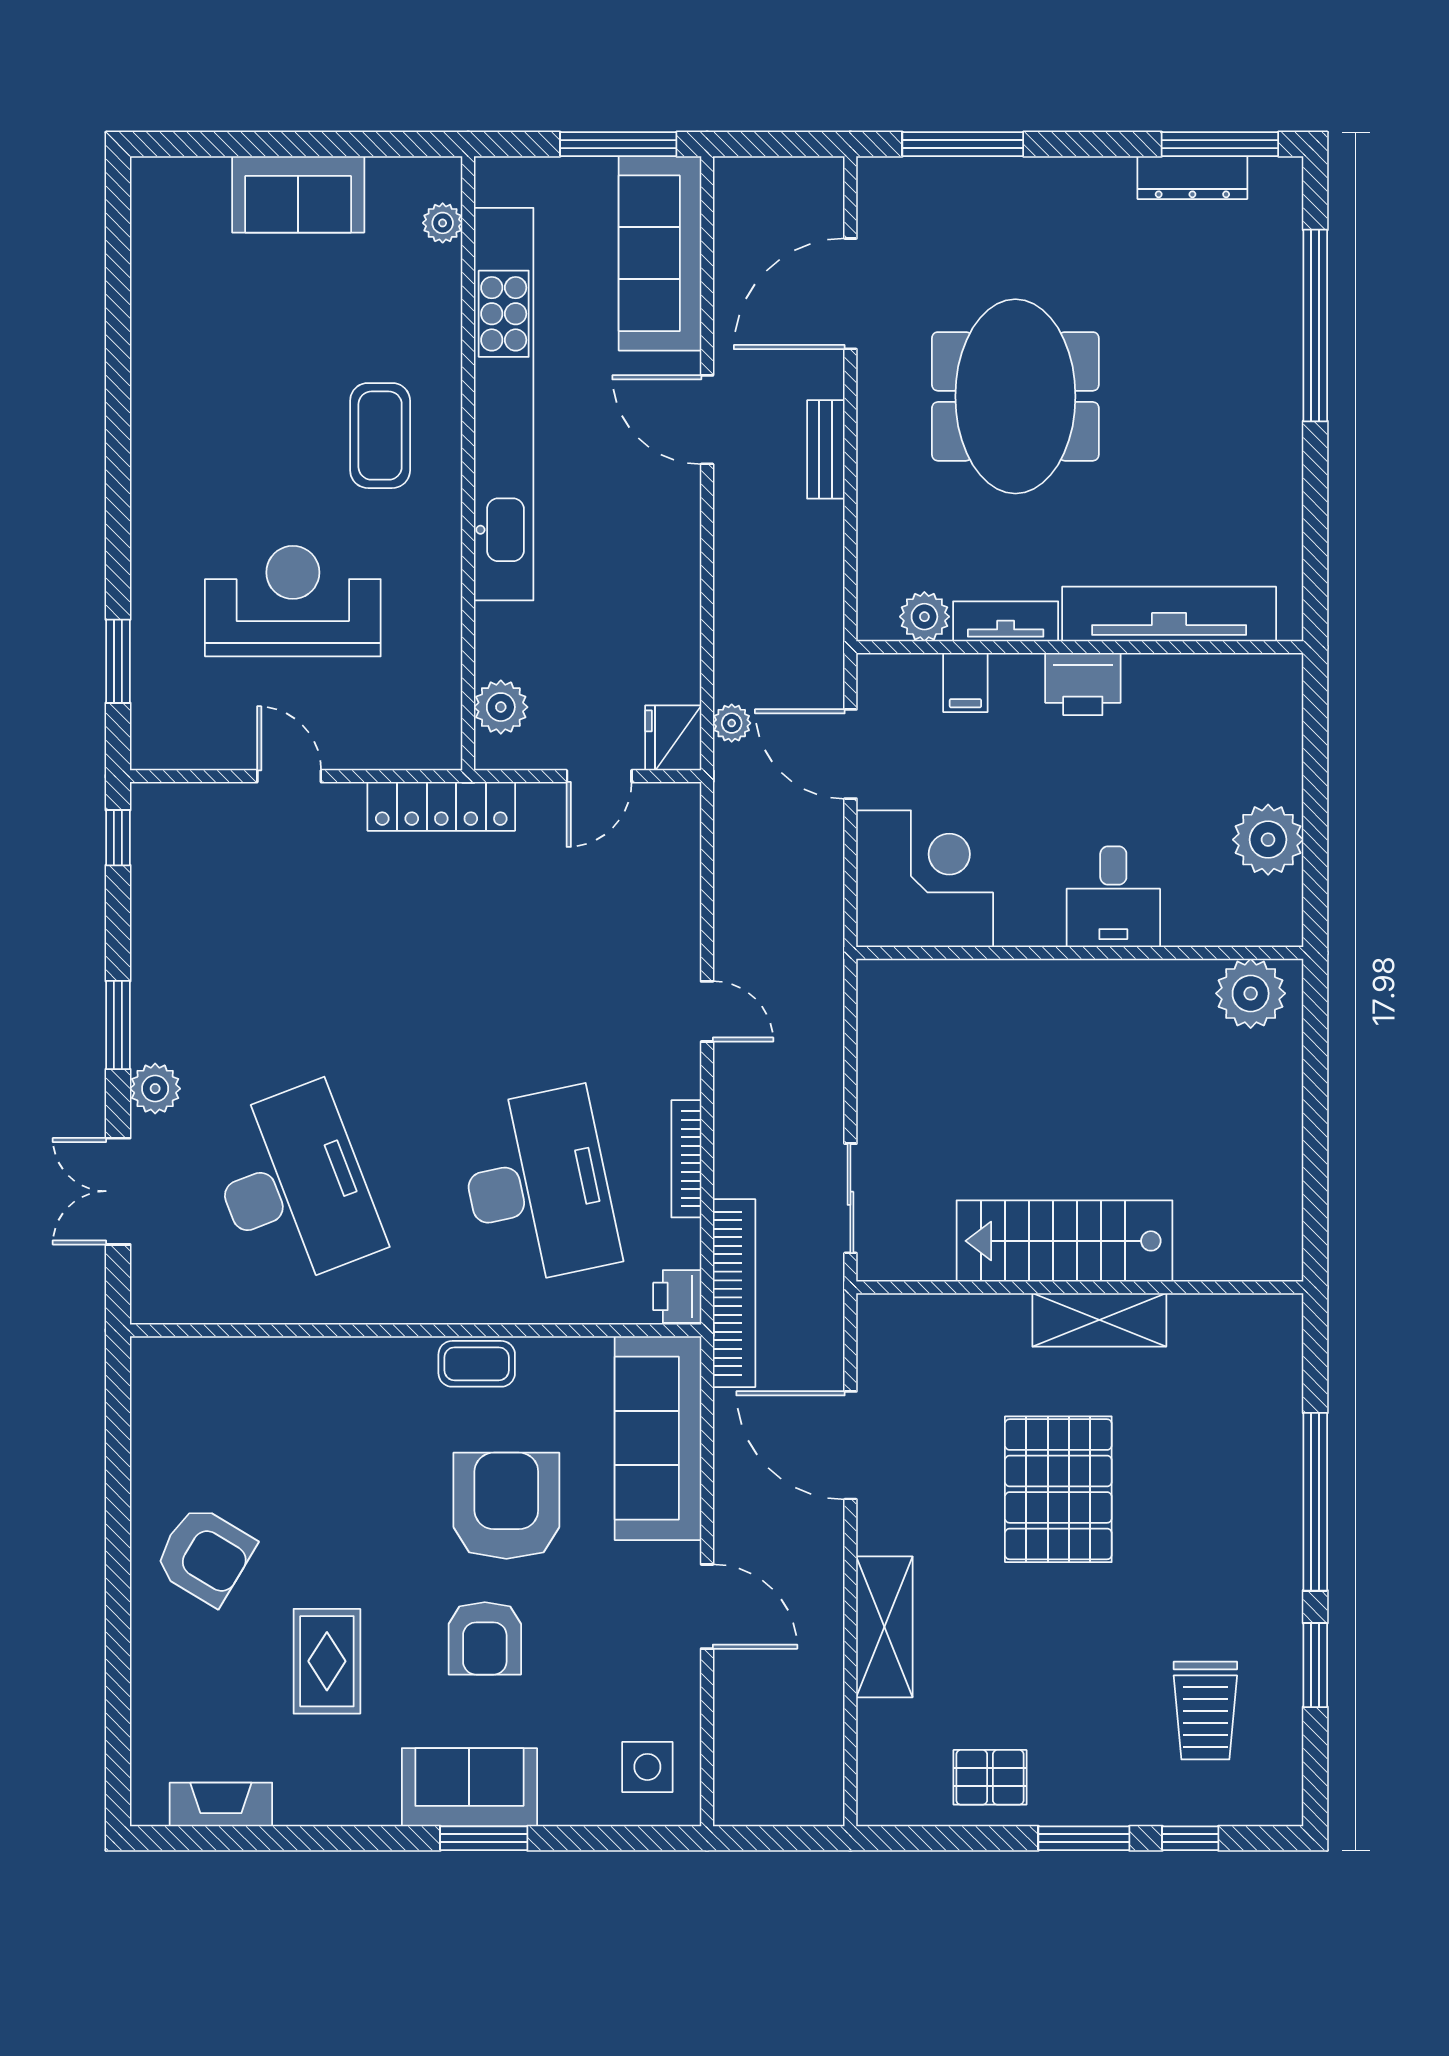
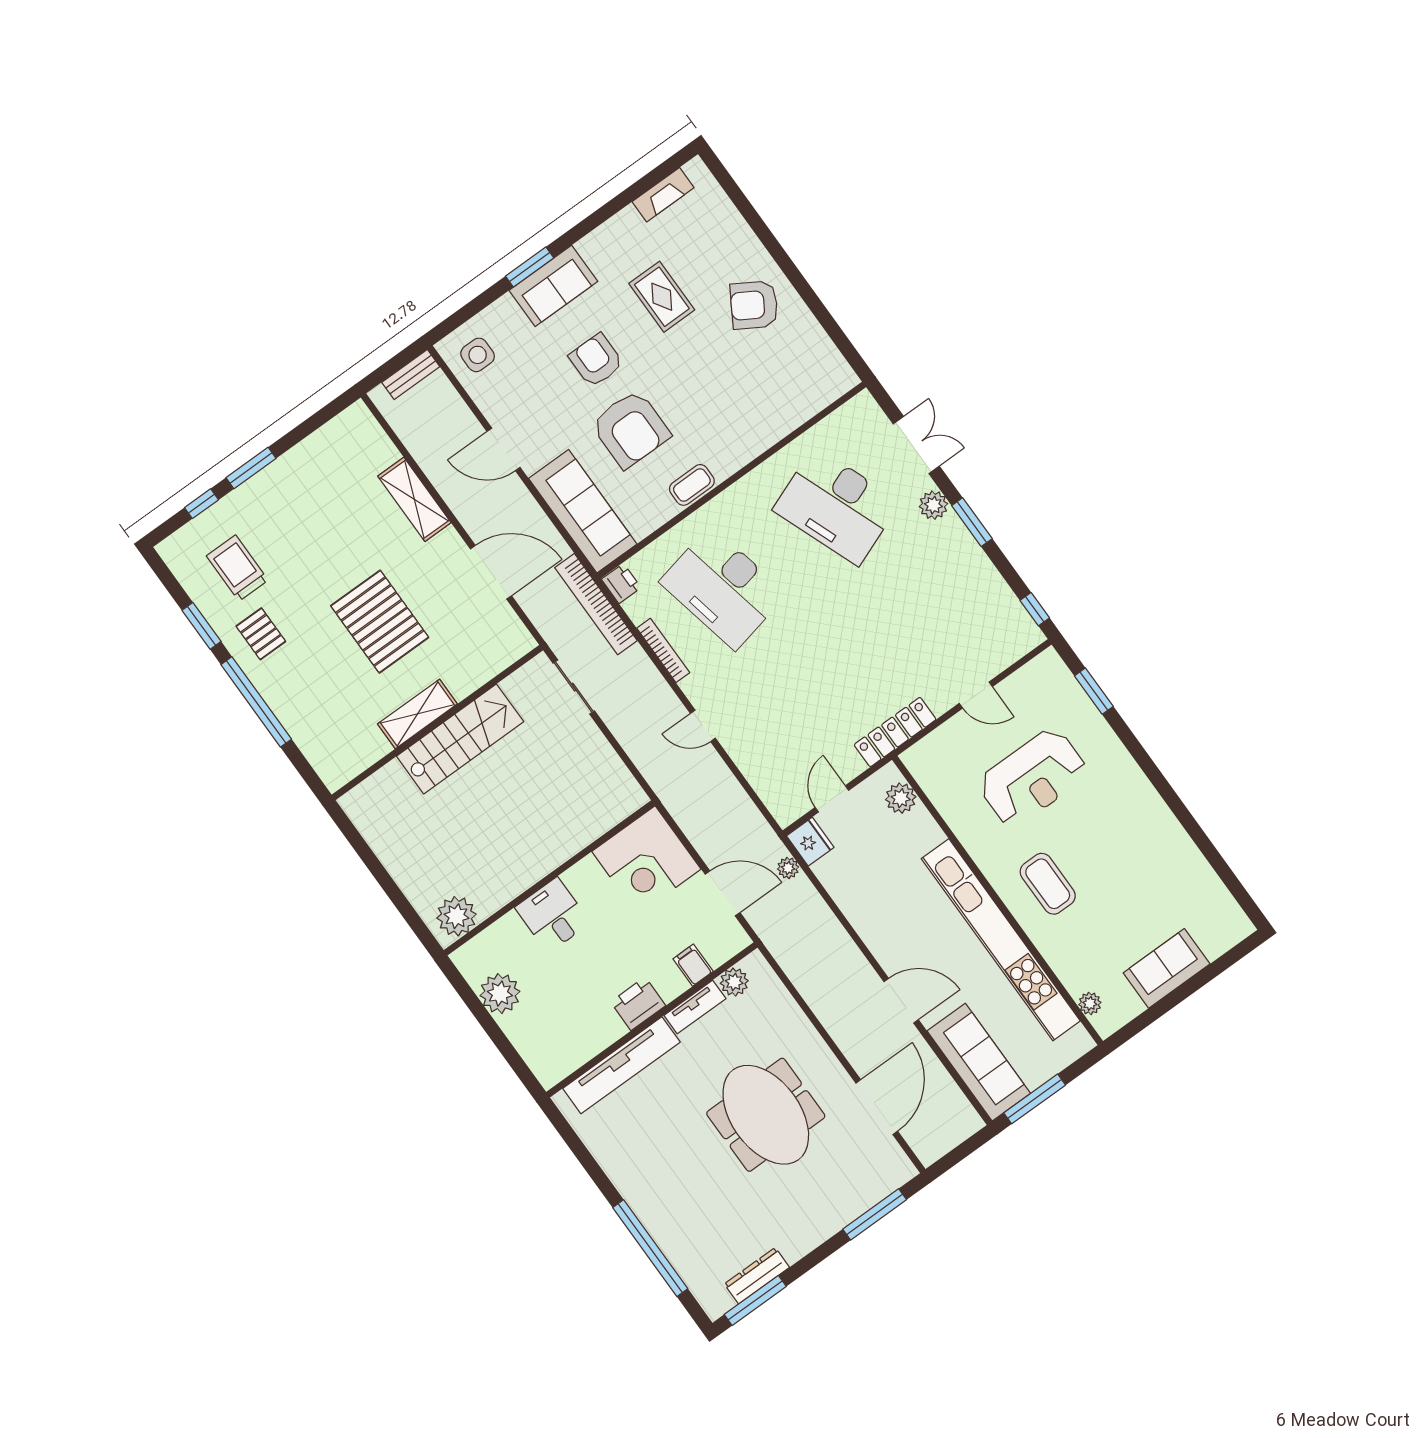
bench: (826, 449) -> (411, 374), moved, turned 90
pallet: (990, 1777) -> (261, 634), moved, turned 90

